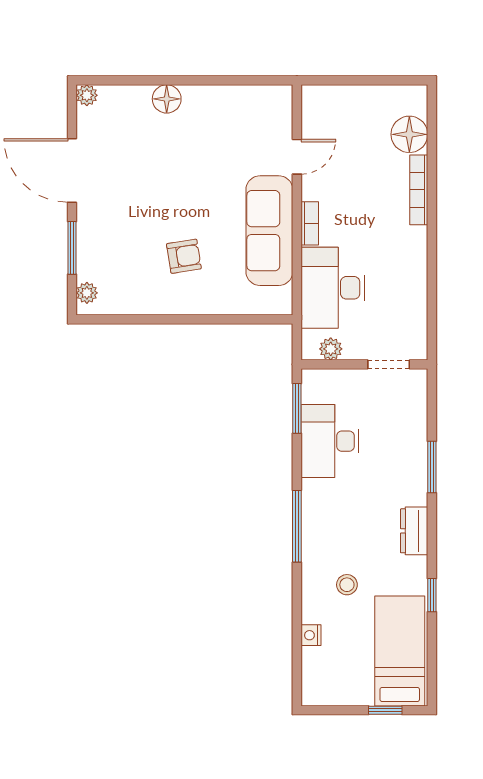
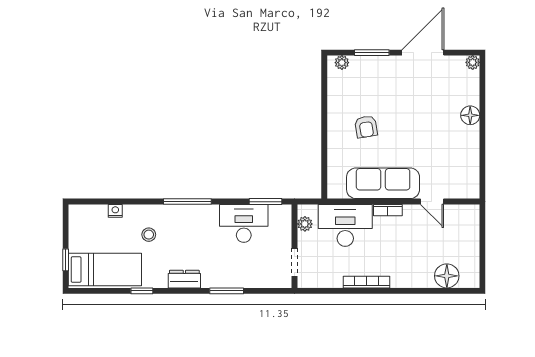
bookcase: (419, 190) -> (367, 282), moved

